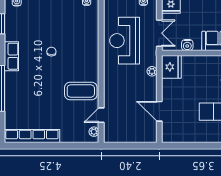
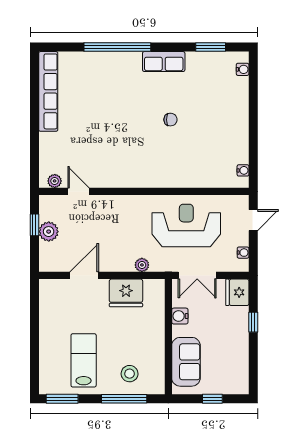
fridge: (171, 67) -> (126, 293), moved
coffee table: (81, 91) -> (113, 162), removed
plant: (129, 136) -> (49, 232), added
window: (124, 146) -> (34, 225), added

